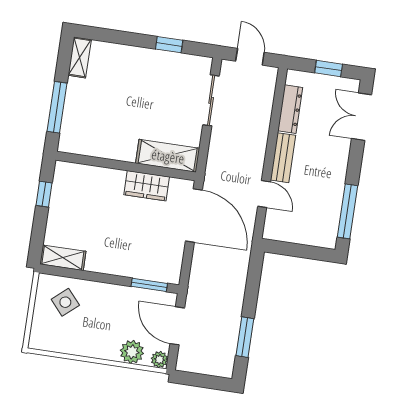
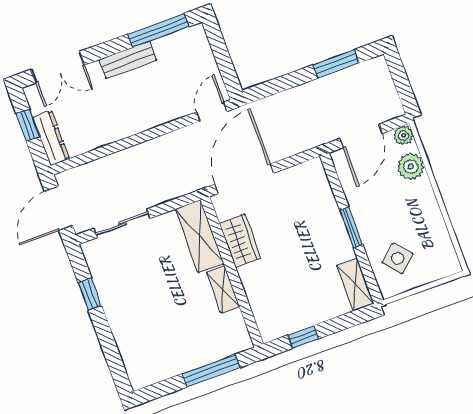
shelving: (80, 57) -> (223, 289), moved, turned 90
door: (250, 57) -> (59, 209), width x1.38
dresser: (290, 109) -> (51, 138), moved, turned 90
bench: (283, 158) -> (128, 60), moved
door: (264, 194) -> (212, 112), moved
window: (149, 285) -> (351, 227), moved

